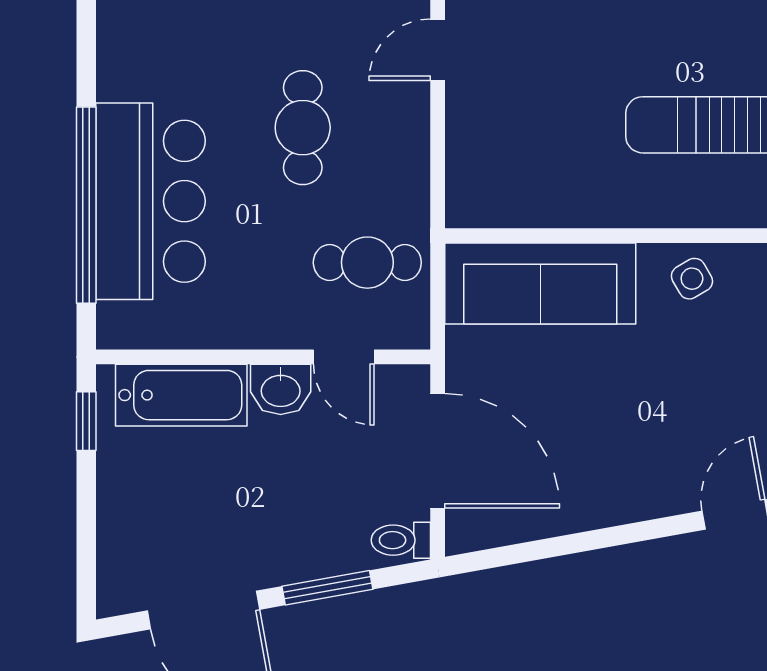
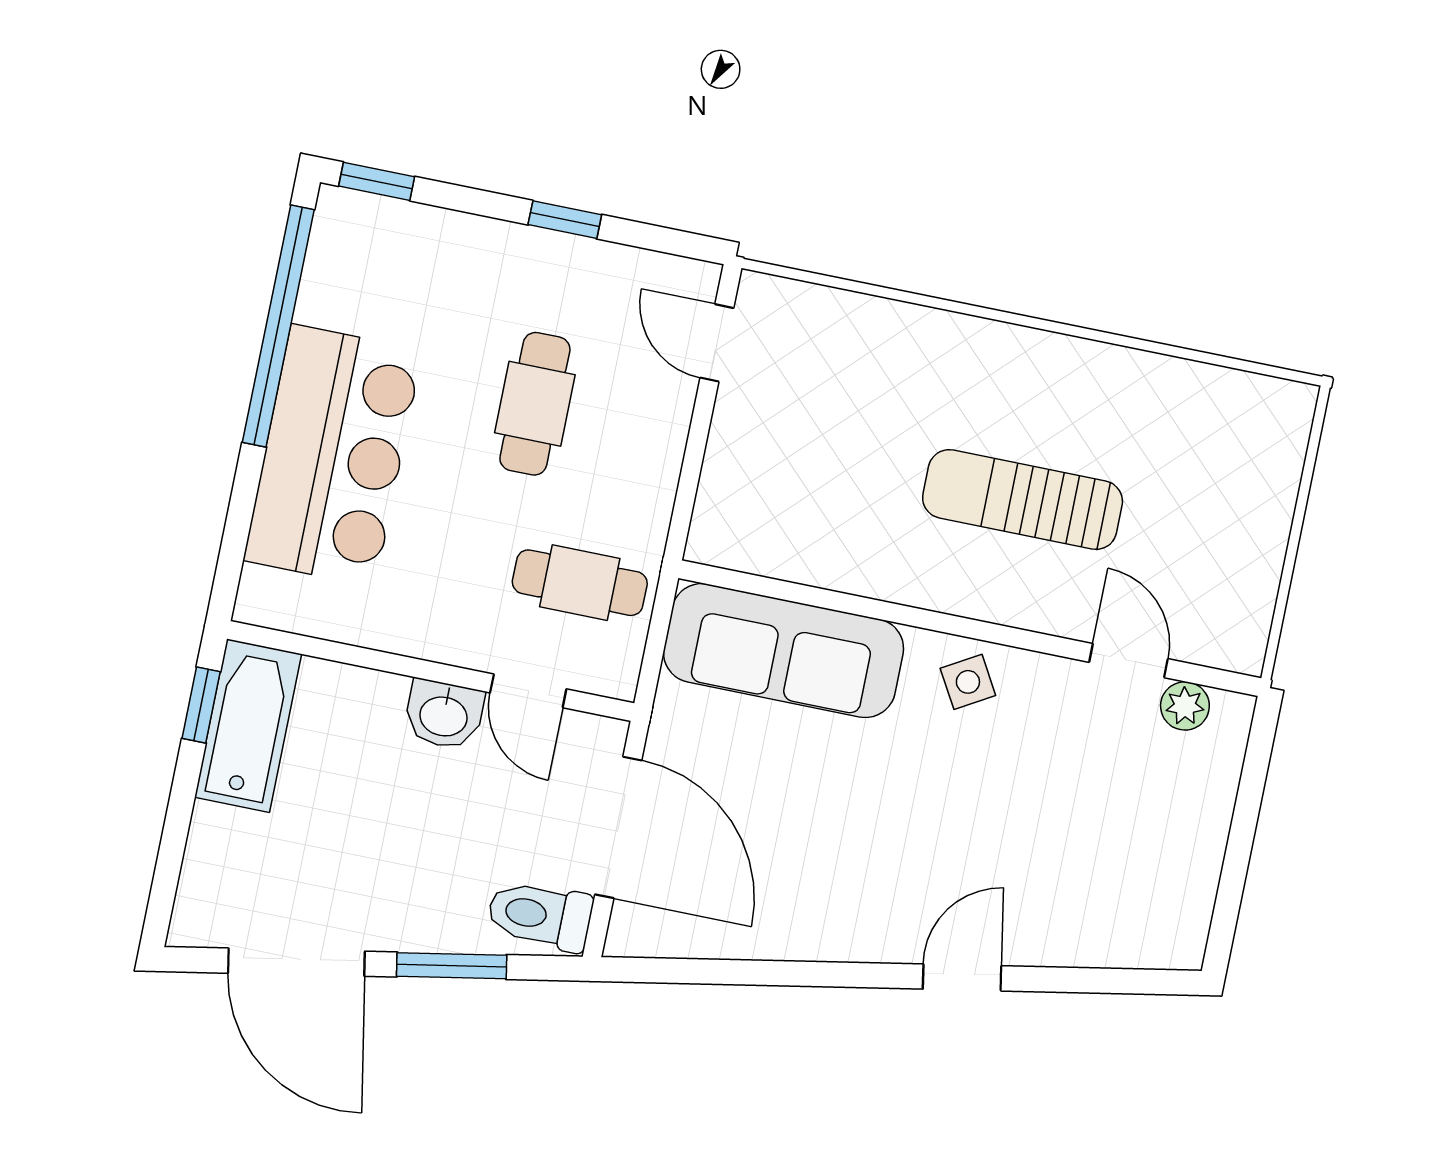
door: (438, 50) -> (717, 343), hinge flipped
window: (86, 205) -> (278, 326), moved
bathtub: (181, 395) -> (248, 726), moved, turned -90
toilet: (401, 540) -> (540, 915), width x1.37, depth x1.39

